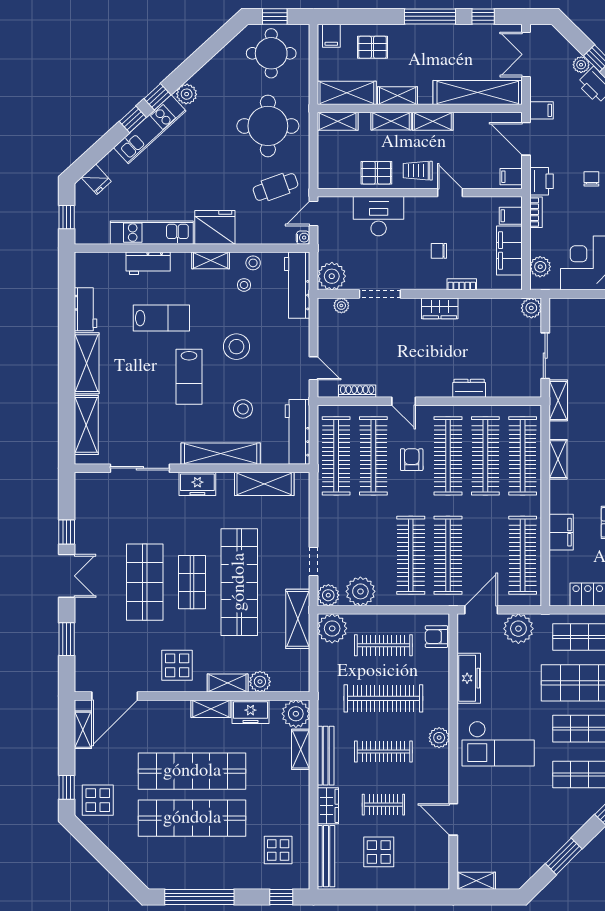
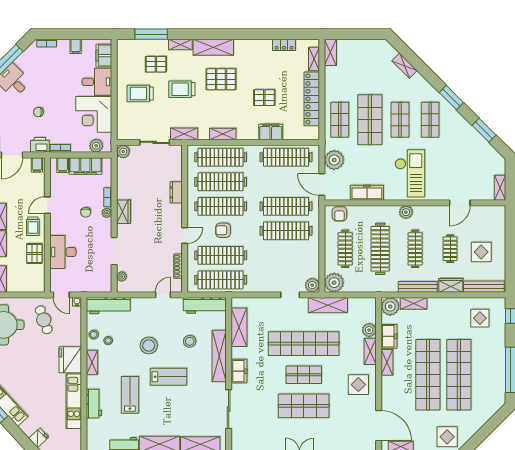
plant: (332, 276) -> (107, 213), moved, width x0.53, depth x0.53
plant: (360, 591) -> (310, 264), removed

